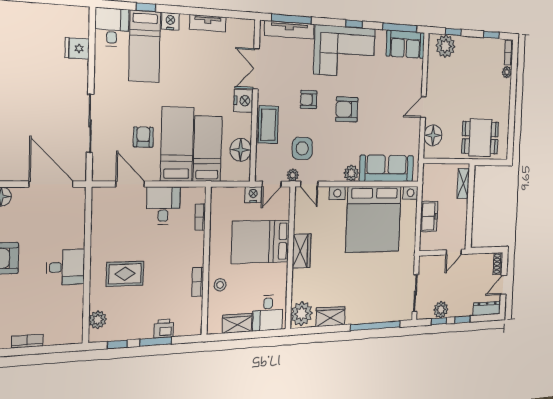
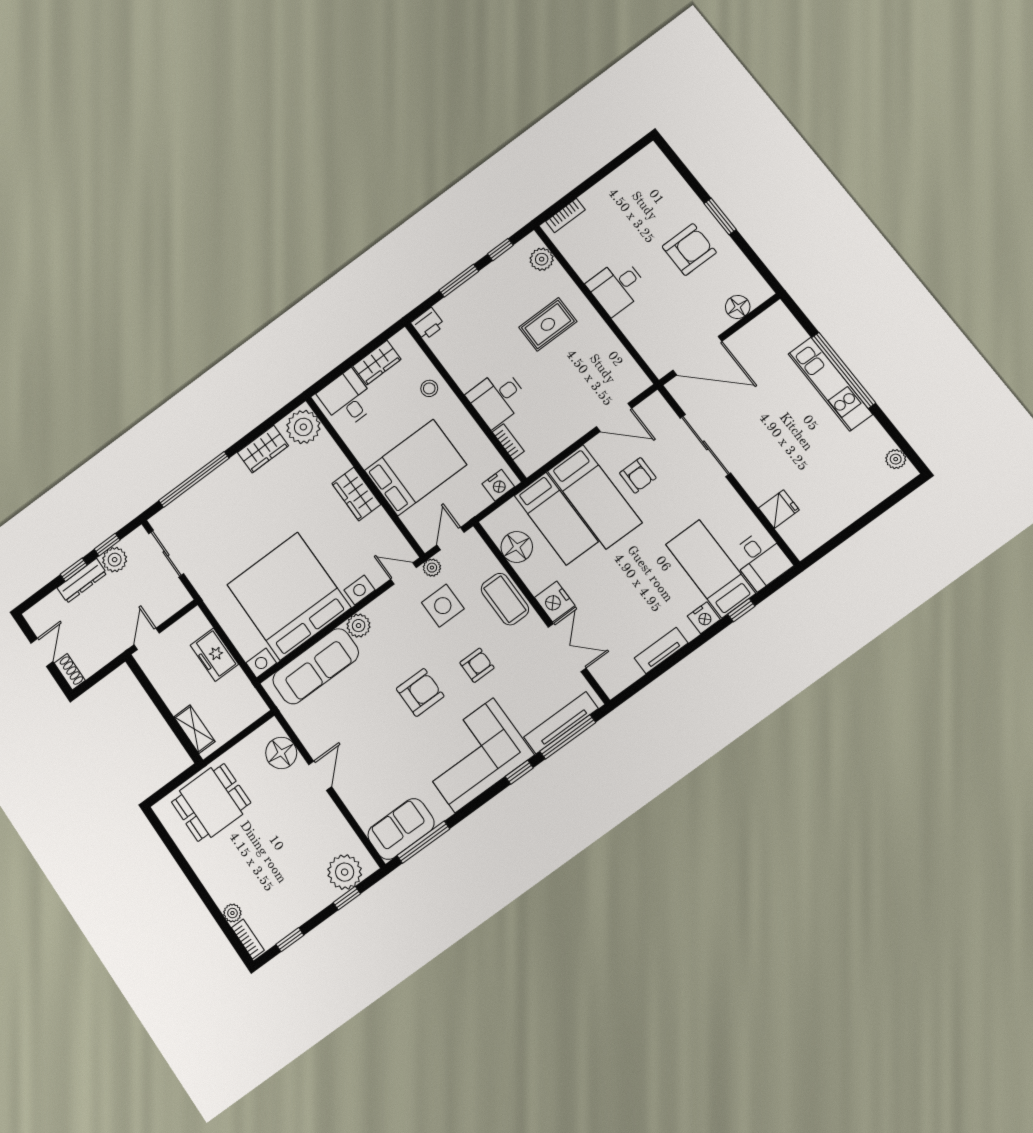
window: (354, 24) -> (519, 772), moved
nightstand: (253, 195) -> (498, 485), moved
desk: (163, 206) -> (497, 398), moved, turned 90
bookcase: (198, 282) -> (458, 374), removed
dresser: (487, 308) -> (82, 581), moved
printer: (164, 329) -> (428, 324), moved
bookcase: (27, 341) -> (565, 215), moved

